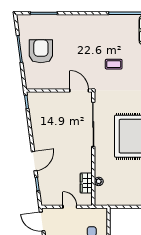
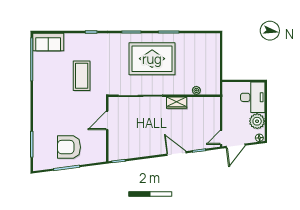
coffee table: (114, 64) -> (82, 76), width x1.86, depth x1.72
door: (79, 90) -> (107, 120), moved
wardrobe: (86, 183) -> (177, 103), moved
door: (70, 207) -> (221, 137), moved

